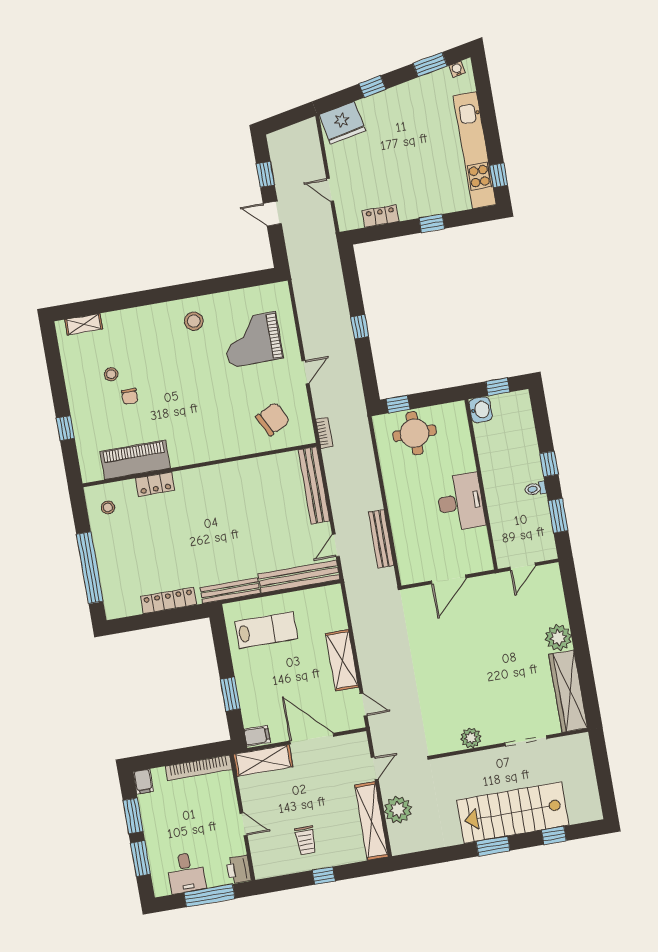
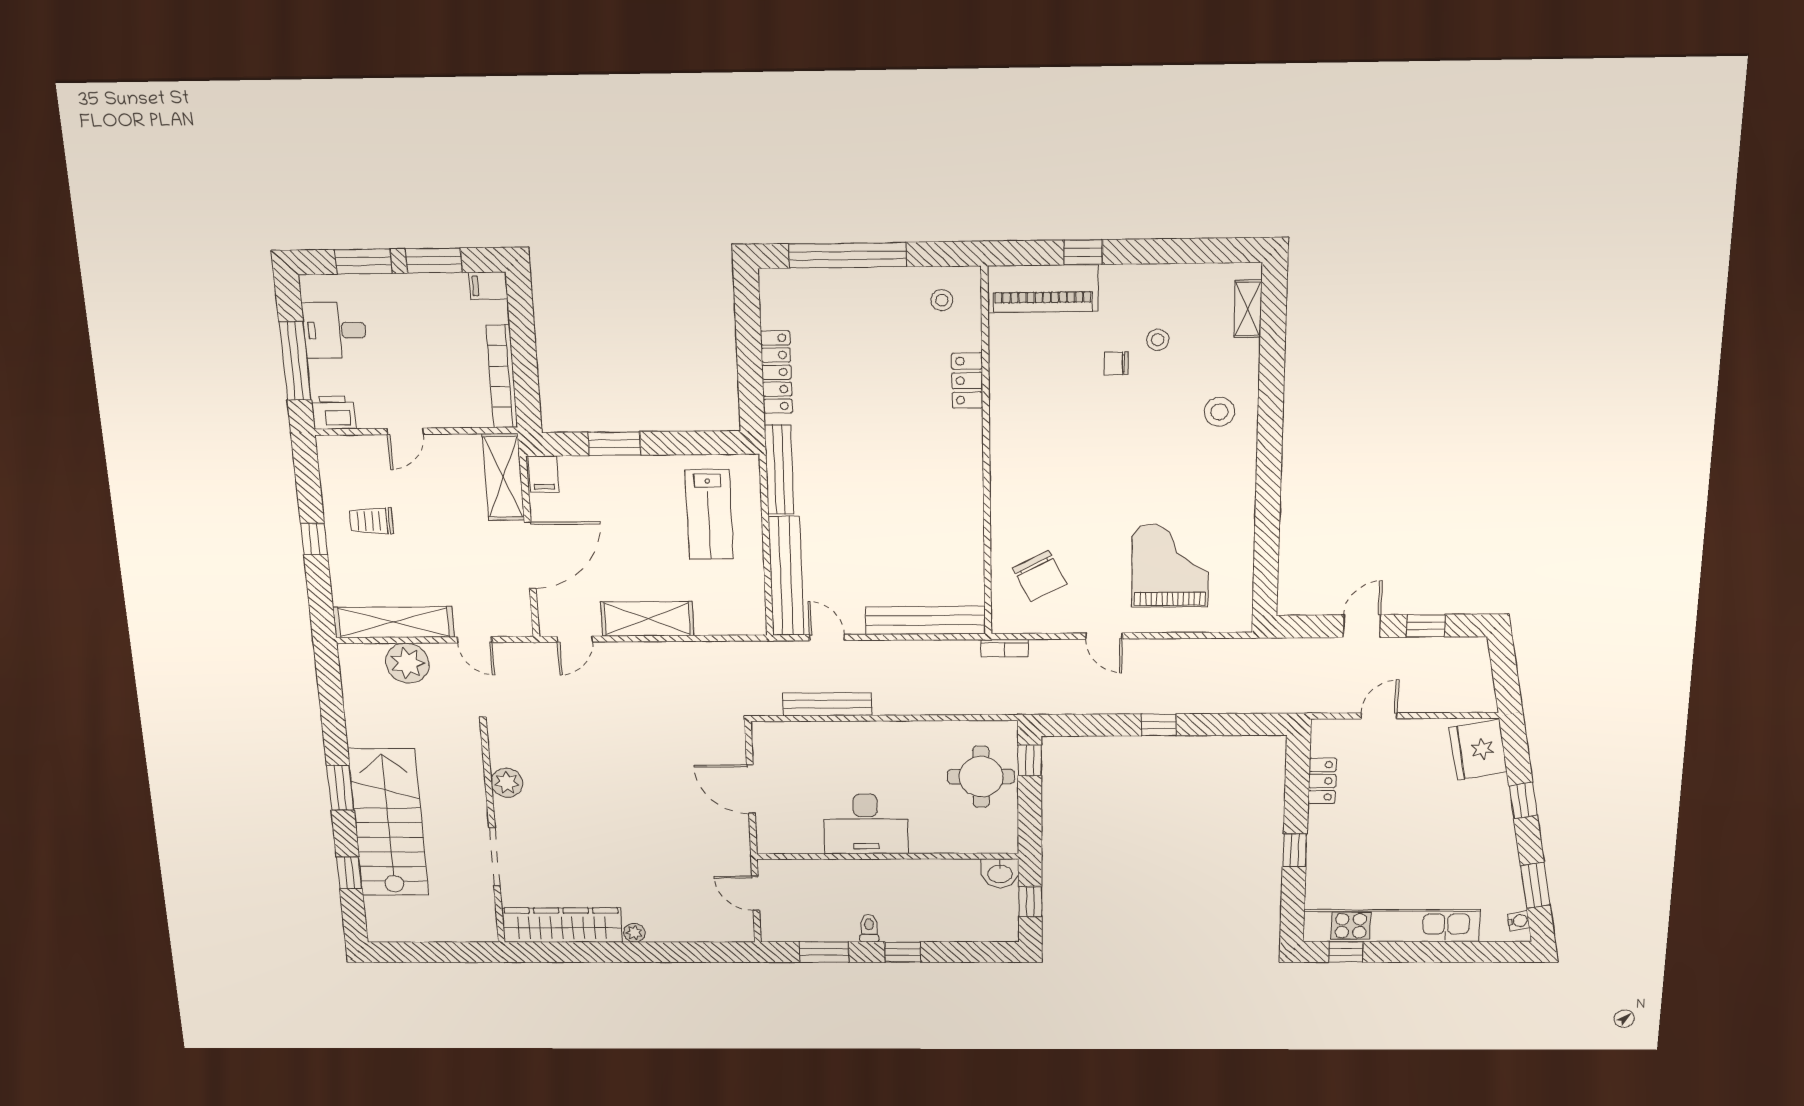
stool: (194, 321) -> (1219, 412), moved
piano: (135, 460) -> (1043, 289), moved, turned 90
plant: (558, 638) -> (634, 933), width x0.53, depth x0.53

